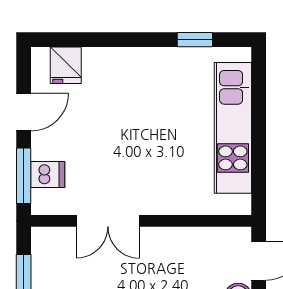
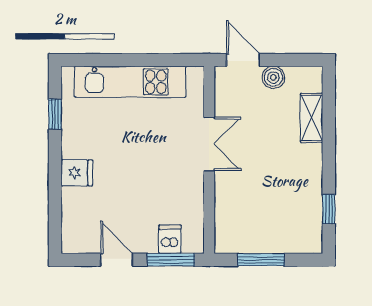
fridge: (66, 65) -> (77, 173), moved
double door: (108, 221) -> (209, 144), moved

